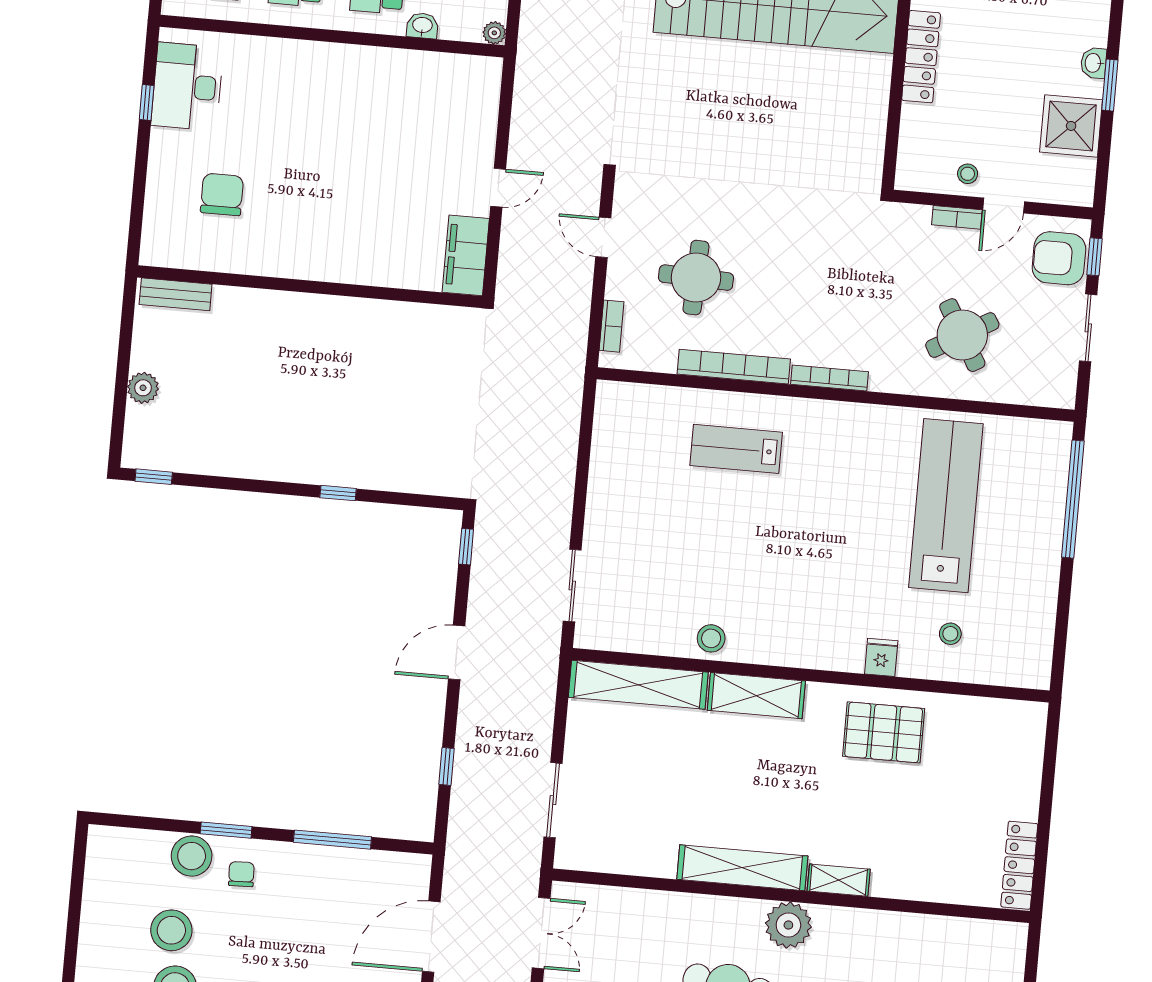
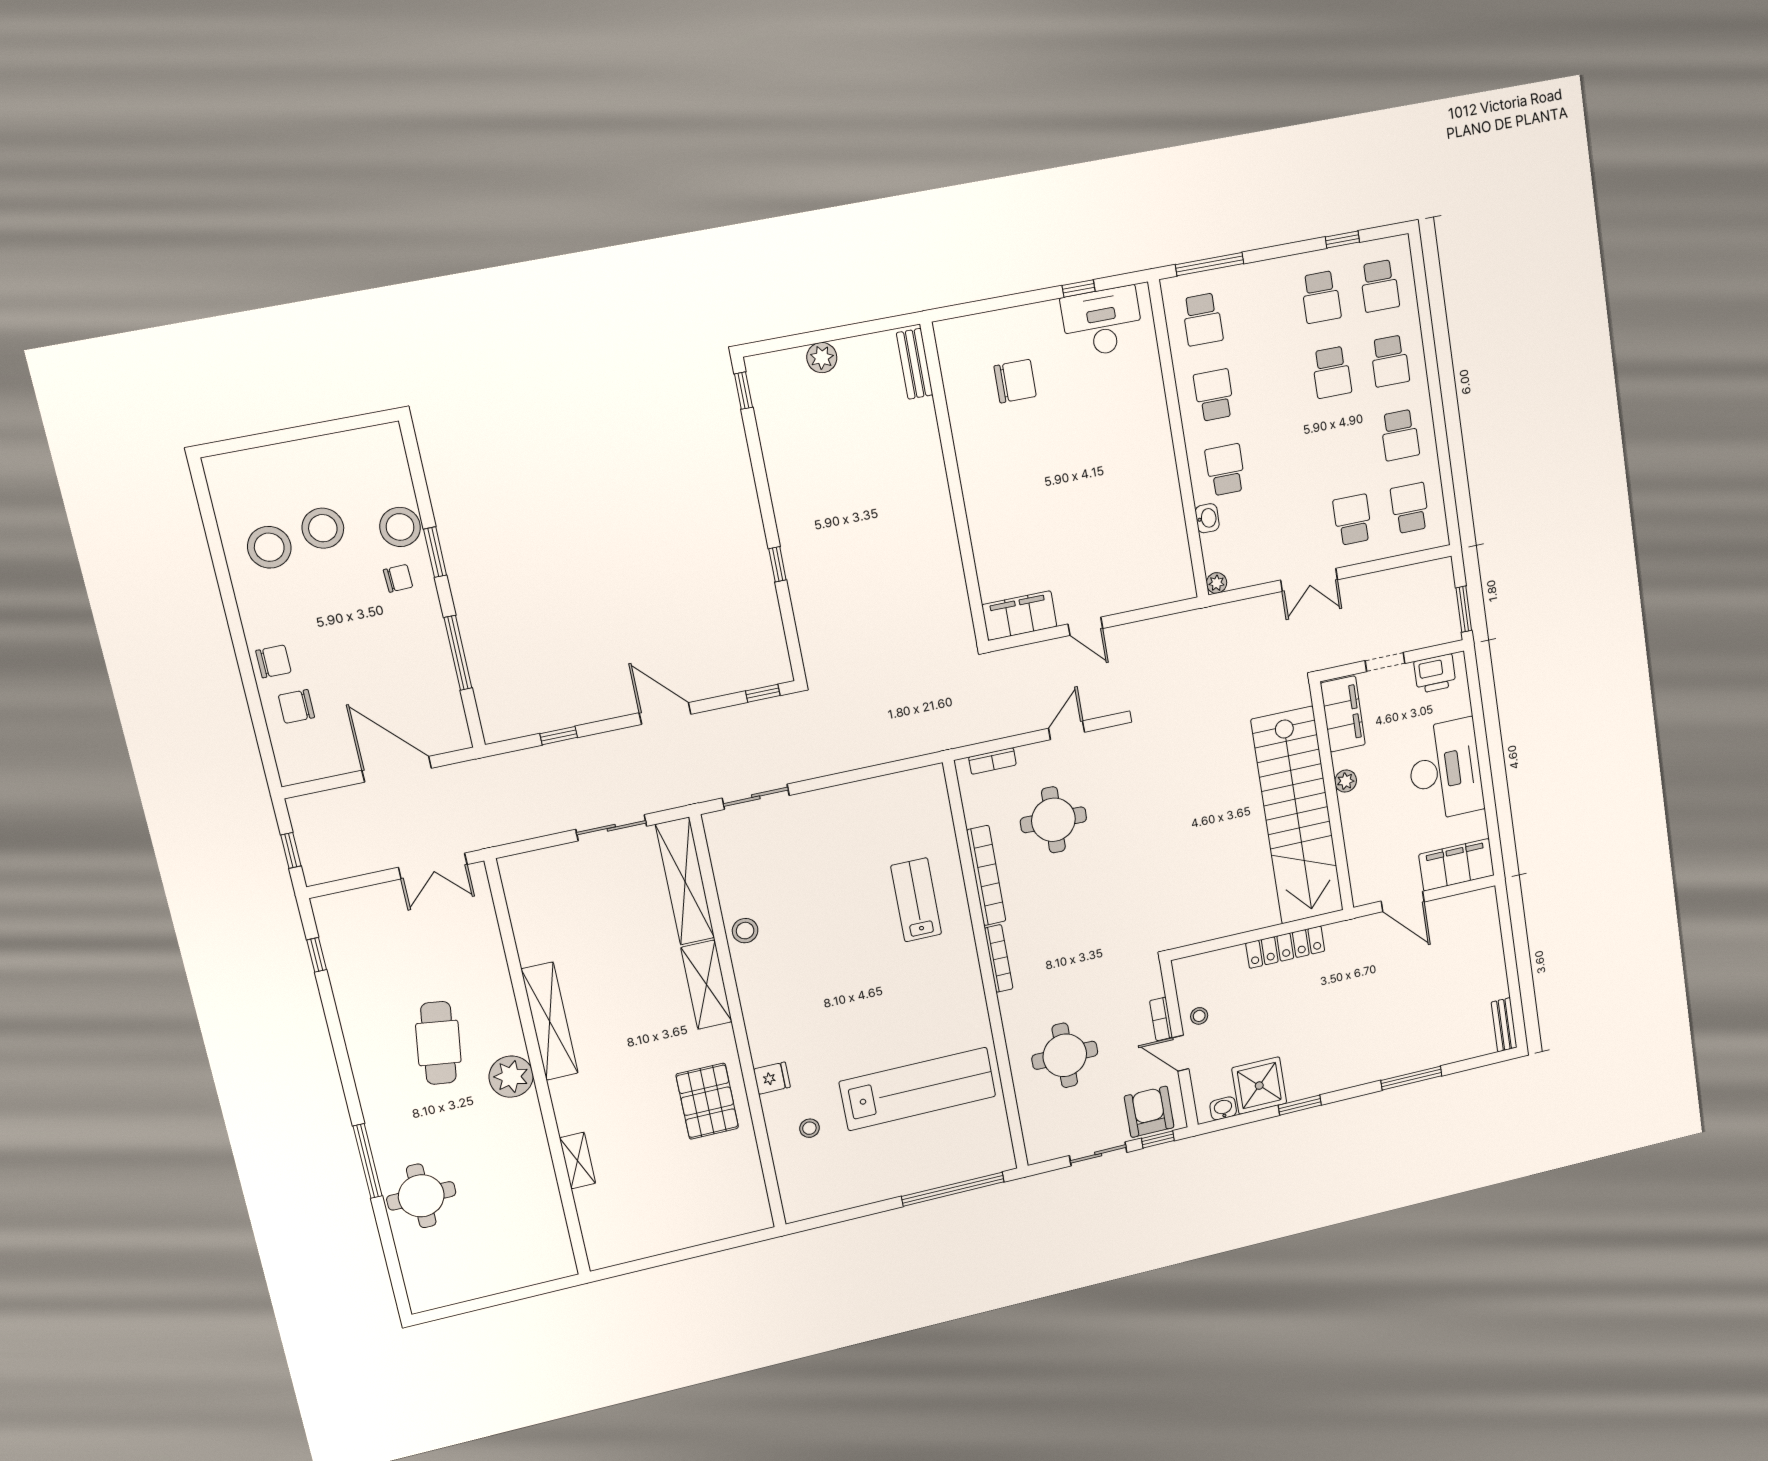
washbasin: (1094, 63) -> (1223, 1108), moved
round table: (962, 335) -> (1065, 1055), turned 30
sliding door: (553, 800) -> (611, 828), moved
locker: (1019, 865) -> (627, 1250), removed
shelving: (839, 880) -> (578, 1161), moved

